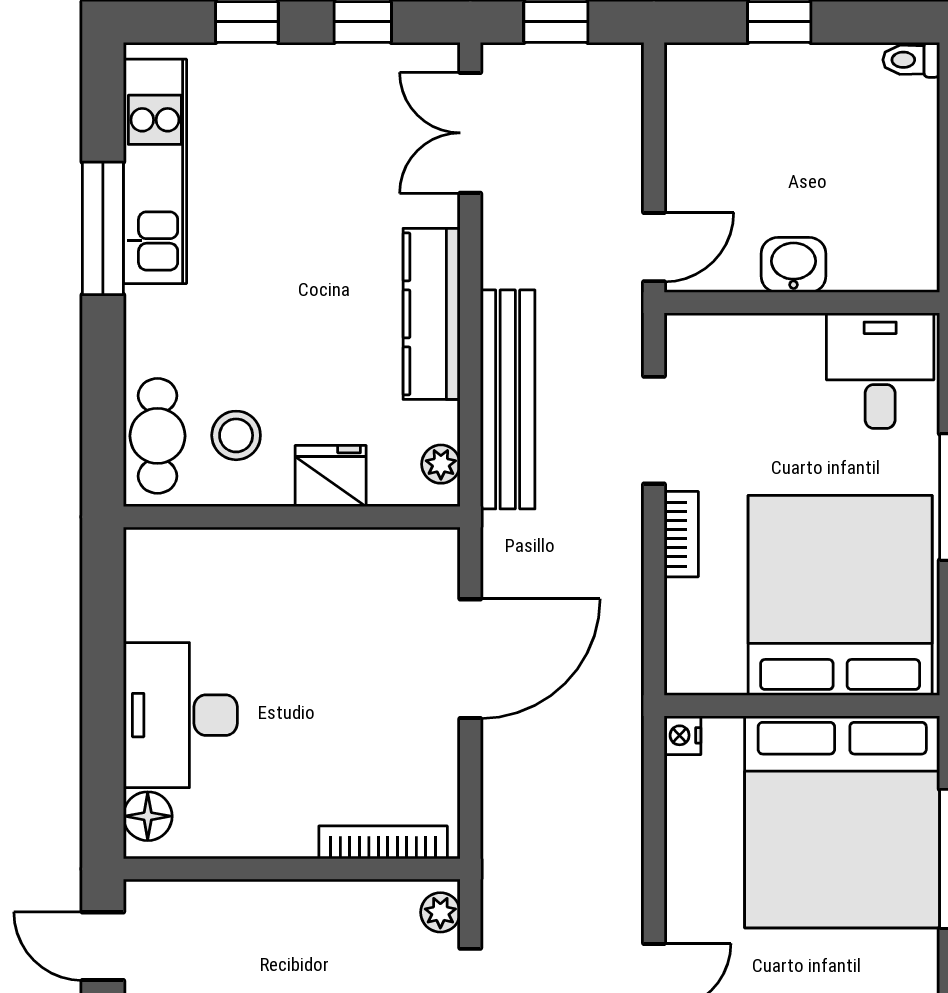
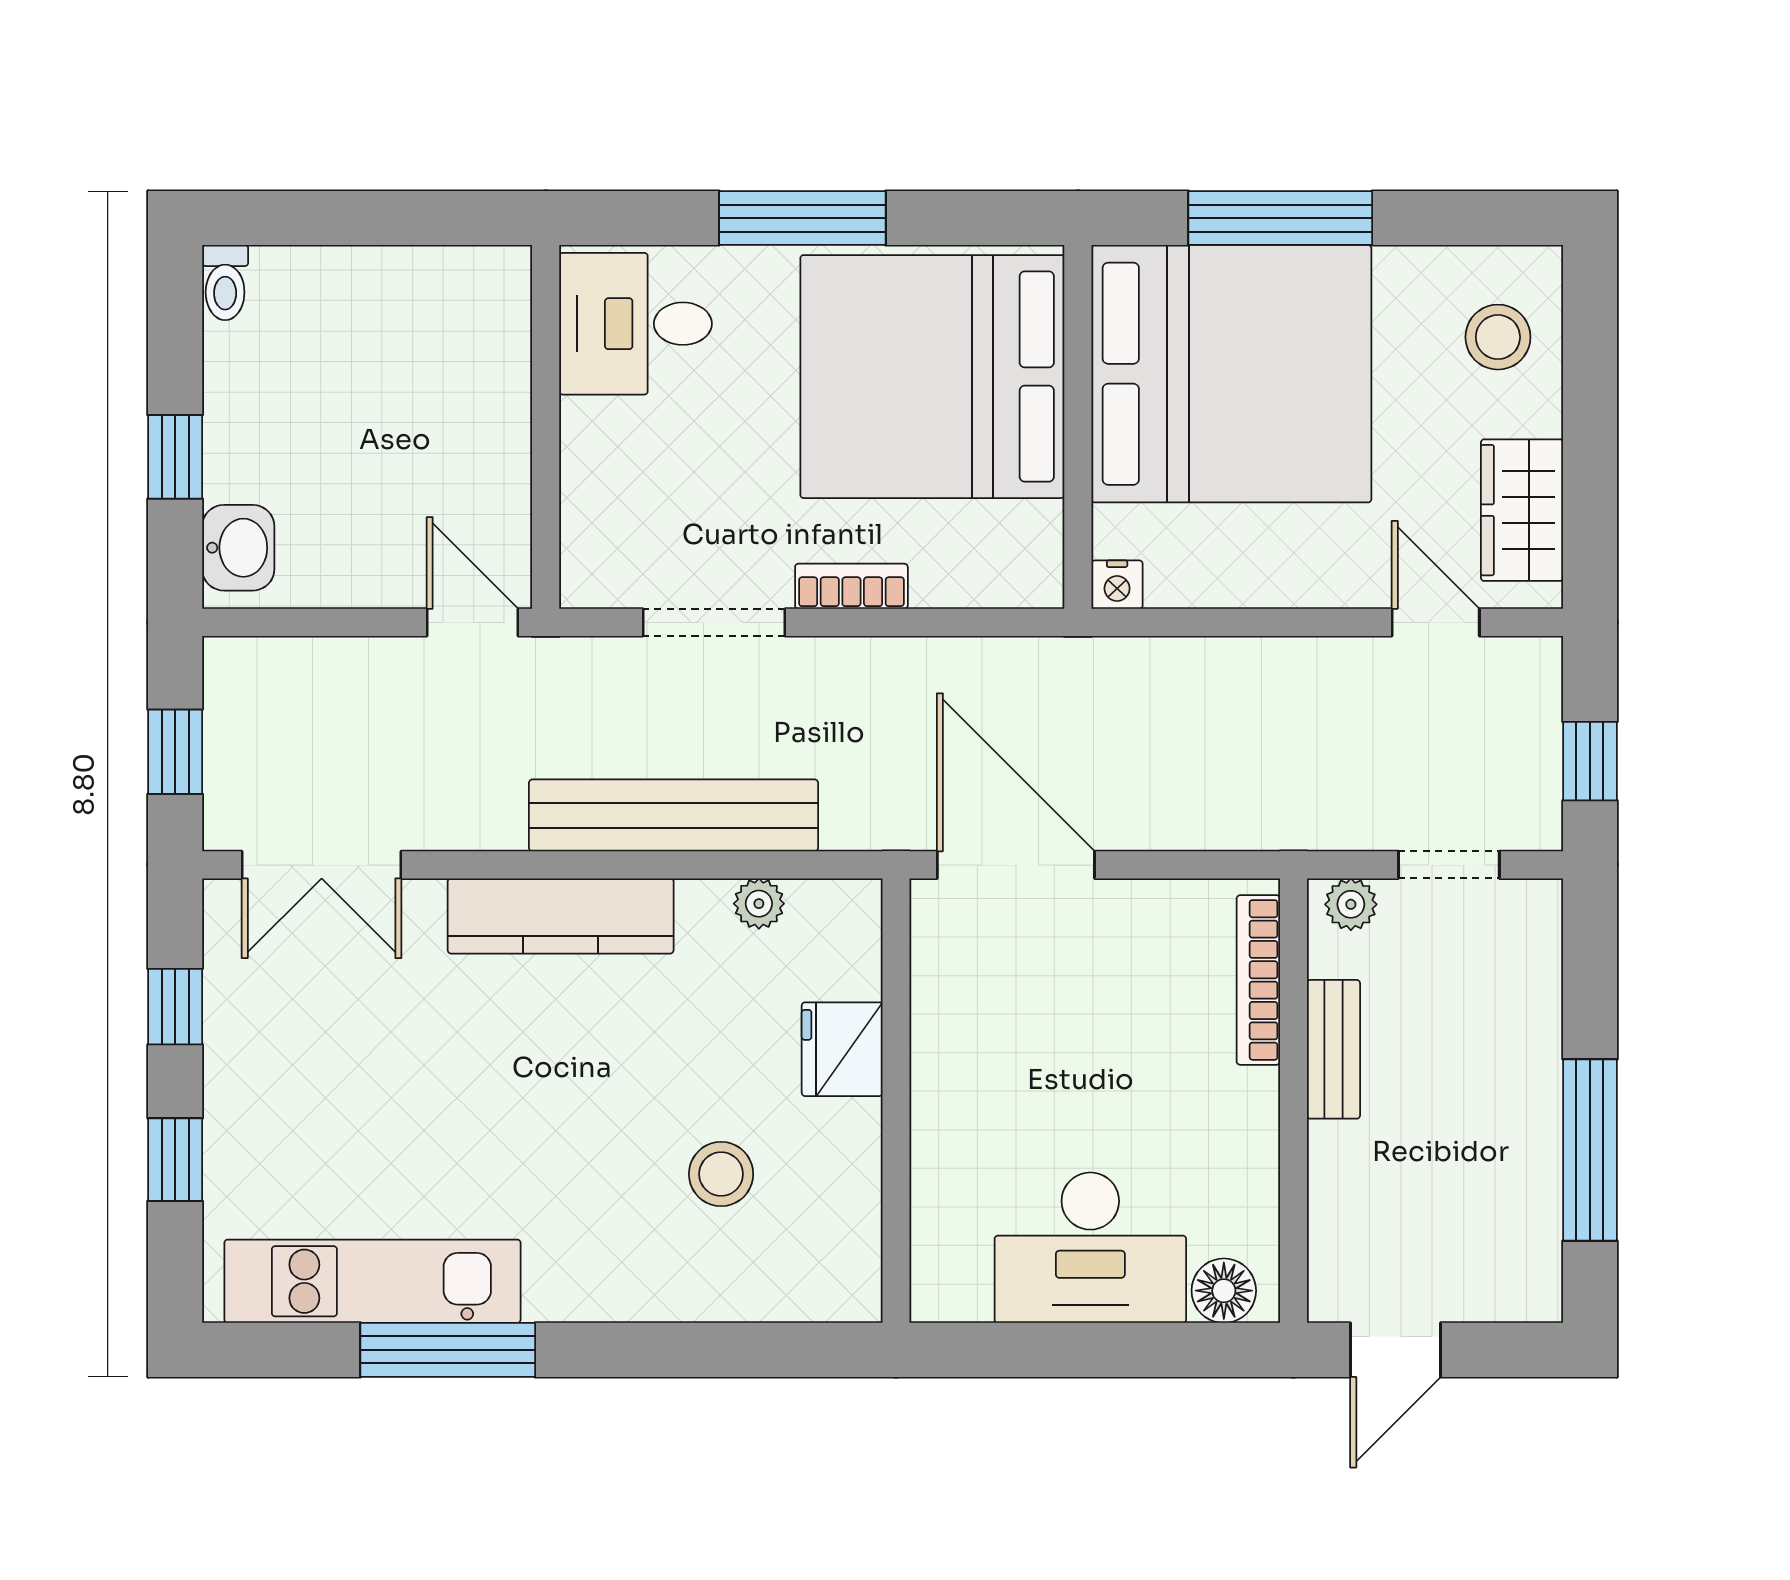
washbasin: (794, 265) -> (238, 548), moved, turned 180
cafe table: (157, 436) -> (722, 1278), removed
fridge: (331, 476) -> (842, 1049), moved
wall: (292, 517) -> (896, 1101), moved
bench: (331, 899) -> (1334, 1049), added

